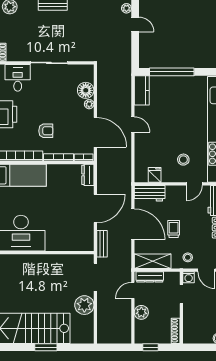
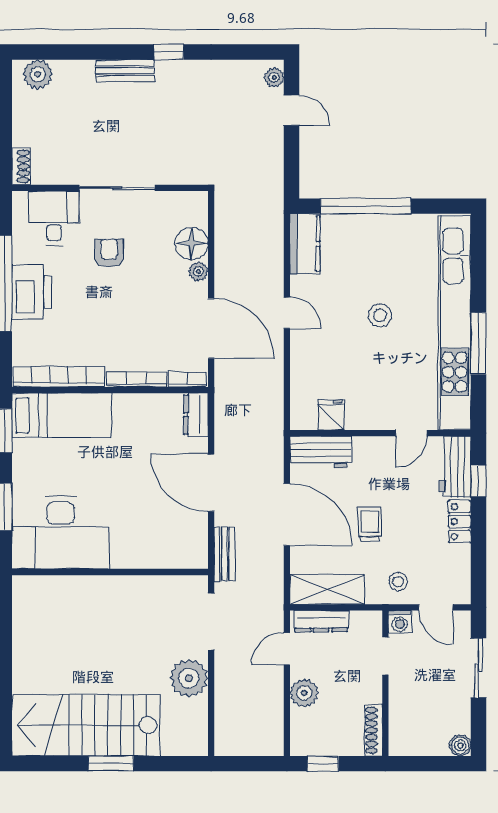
armchair: (46, 131) -> (109, 253), moved, turned -90
stool: (183, 160) -> (380, 315), moved
door: (95, 208) -> (211, 483), swing flipped

